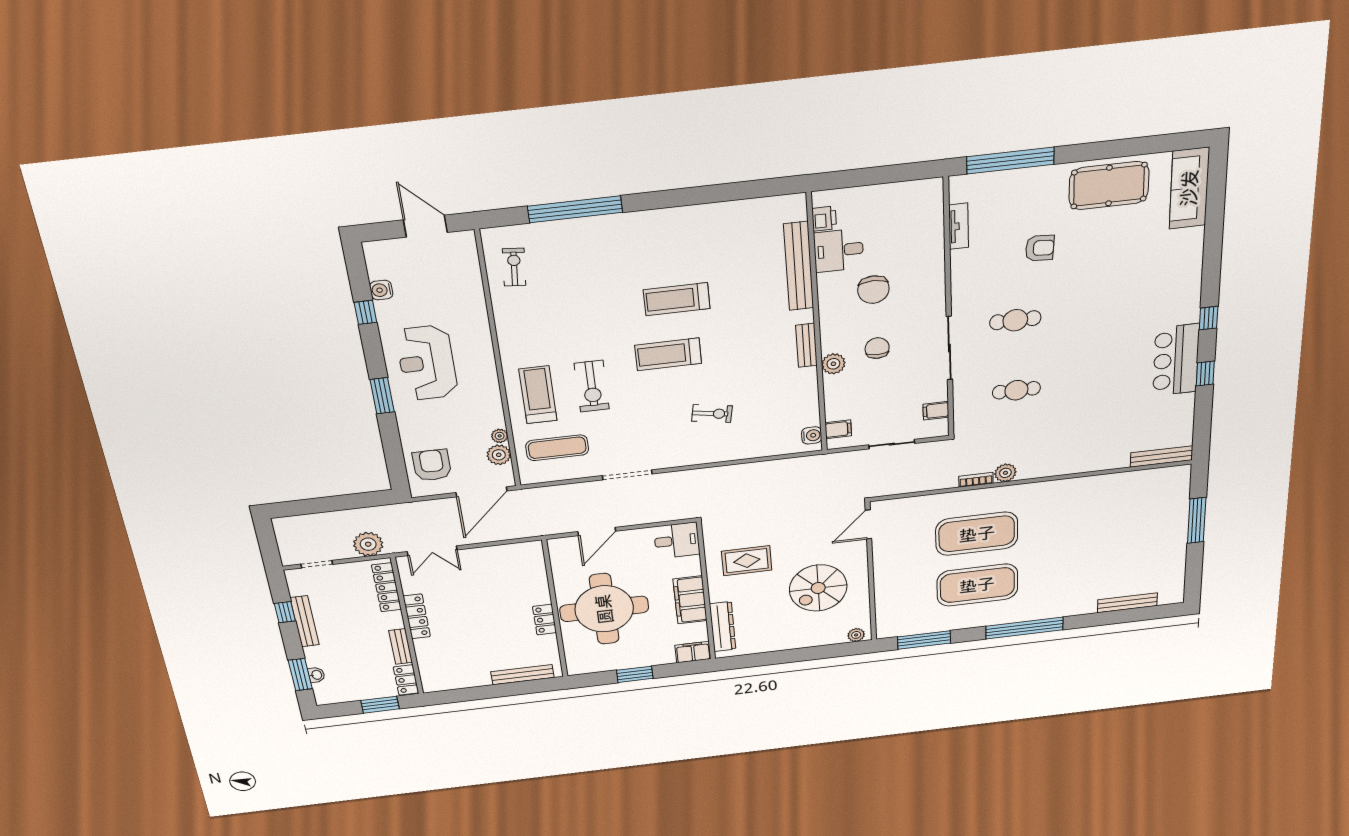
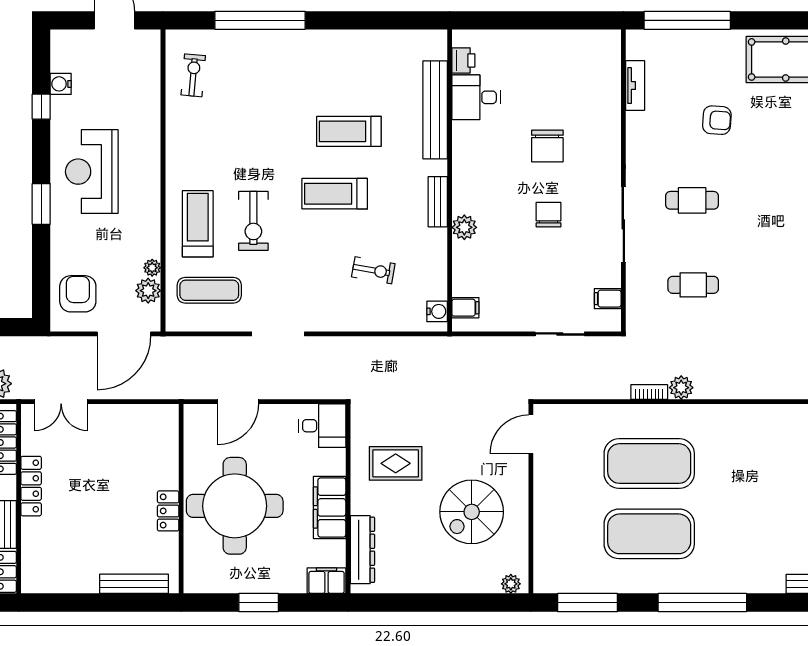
printer: (824, 219) -> (463, 60), moved
desk: (839, 250) -> (476, 97), moved
bench: (799, 266) -> (435, 110), moved
wall: (817, 326) -> (450, 181), moved
bench: (806, 345) -> (438, 202), moved
plant: (833, 364) -> (464, 227), moved
filing cabinet: (838, 429) -> (465, 308), moved
water cooler: (812, 435) -> (437, 311), moved

